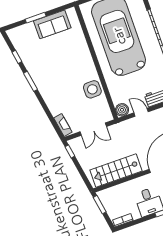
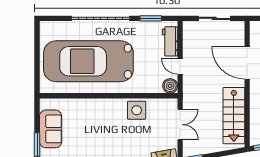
door: (141, 112) -> (180, 66), hinge flipped

